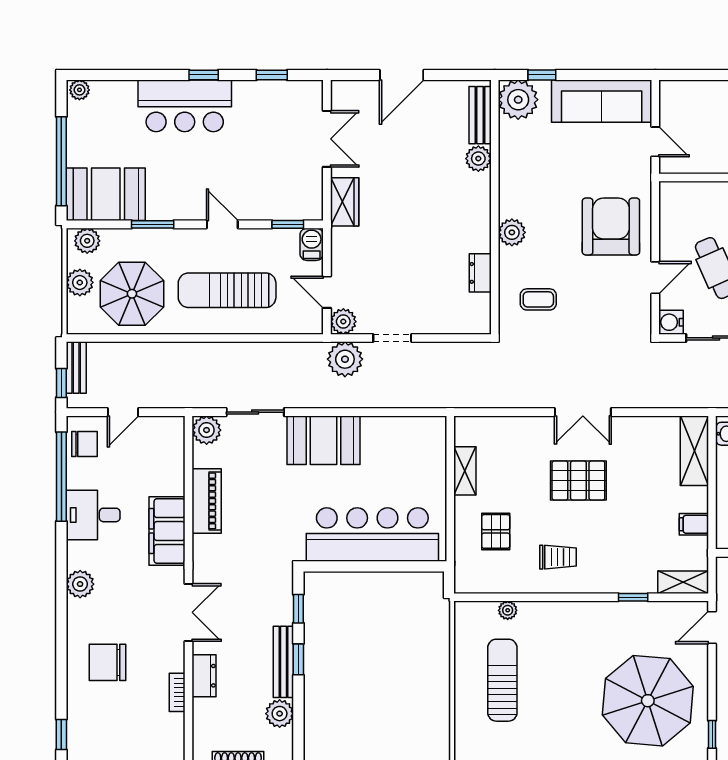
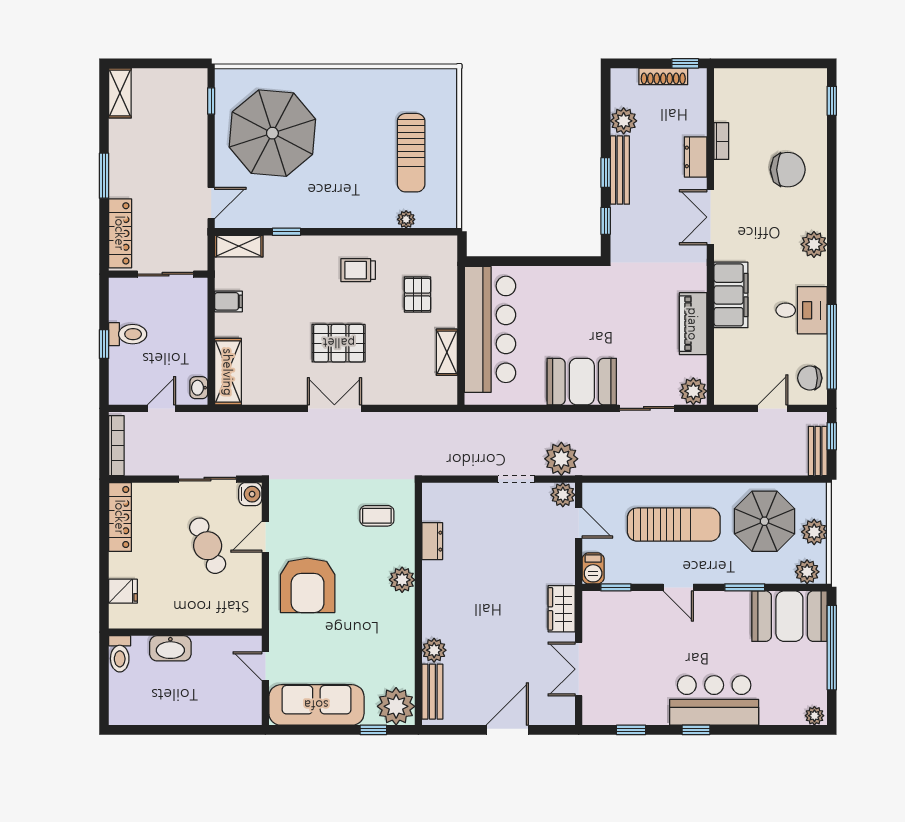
bar counter: (372, 535) -> (490, 329), moved, turned -90

